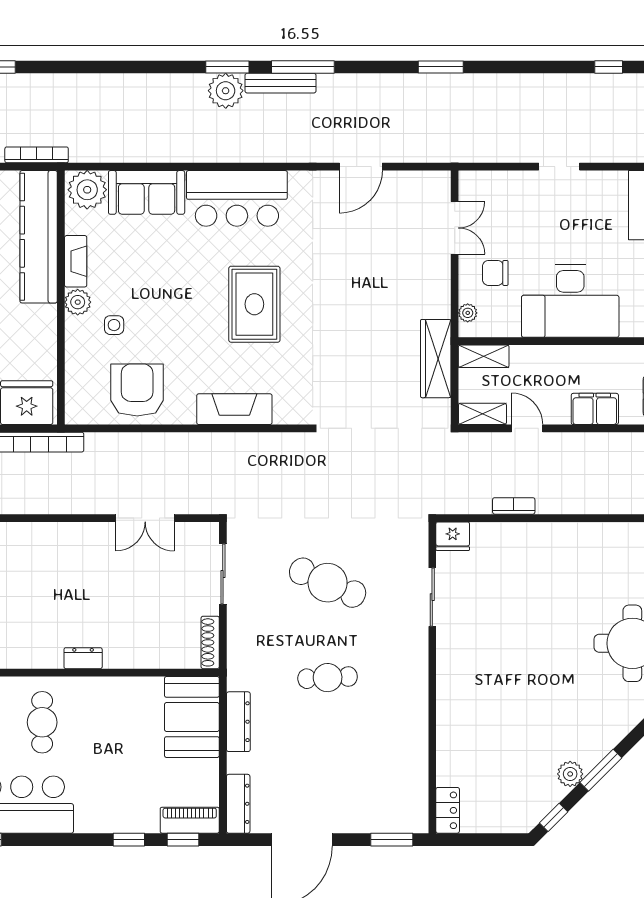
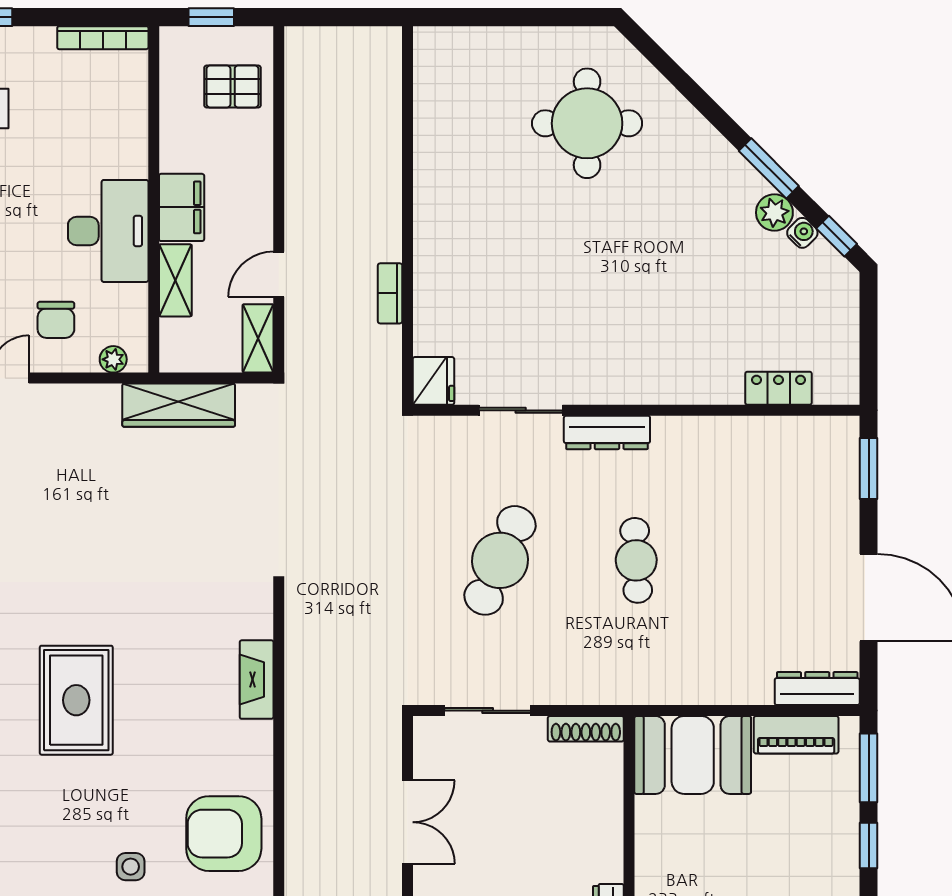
desk: (570, 301) -> (108, 231), width x0.73, depth x0.77
rug: (254, 304) -> (76, 700), moved, turned 90
shelving: (484, 356) -> (175, 280), moved
fireplace: (234, 409) -> (257, 680), width x0.73, depth x0.76
filing cabinet: (595, 409) -> (182, 207), moved, turned 180
dresser: (238, 722) -> (607, 432), moved, turned 180
water cooler: (556, 793) -> (802, 233), added
locker: (448, 810) -> (779, 388), moved
piano: (190, 820) -> (796, 735), moved, turned -90
window: (183, 840) -> (869, 768), width x1.50

